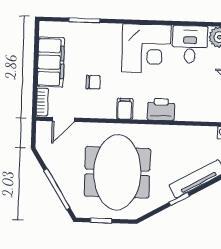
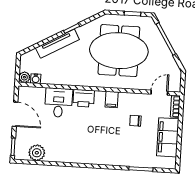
desk: (190, 44) -> (59, 103), moved, turned 180
corner desk: (146, 48) -> (93, 146), removed
meeting table: (117, 172) -> (119, 51), turned 90

